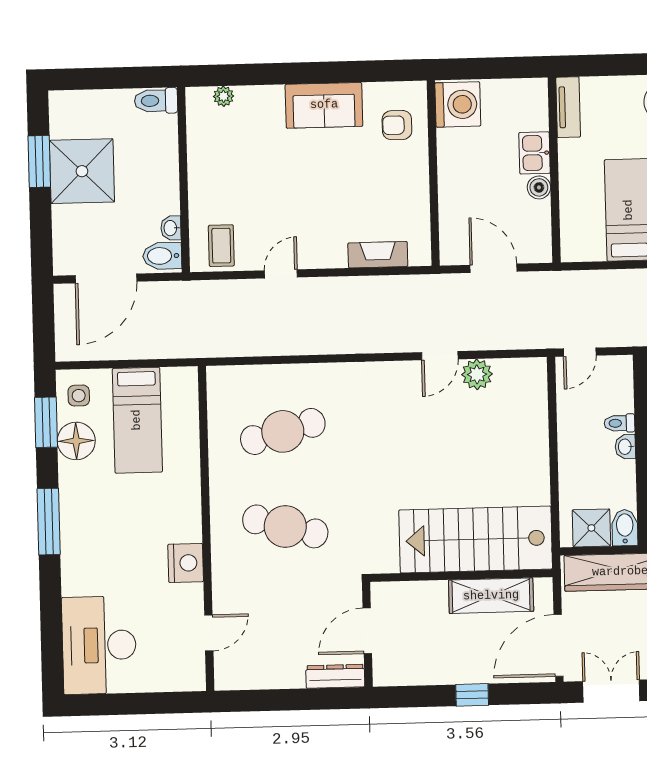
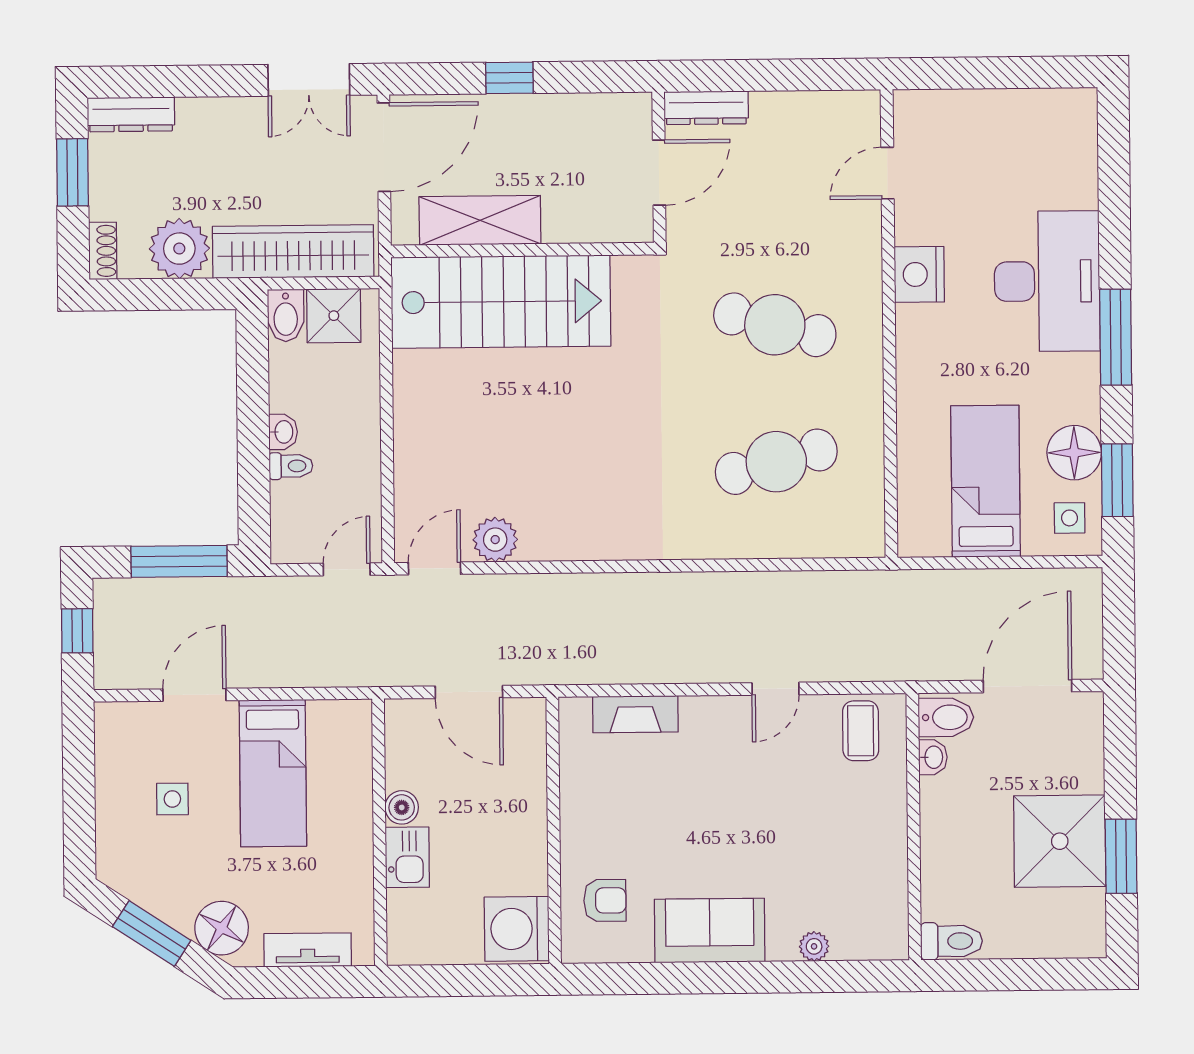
plant: (223, 96) -> (814, 946), moved
tv unit: (568, 107) -> (308, 950), moved, turned 90
door: (440, 356) -> (434, 568), moved
desk: (99, 645) -> (1047, 281), moved

